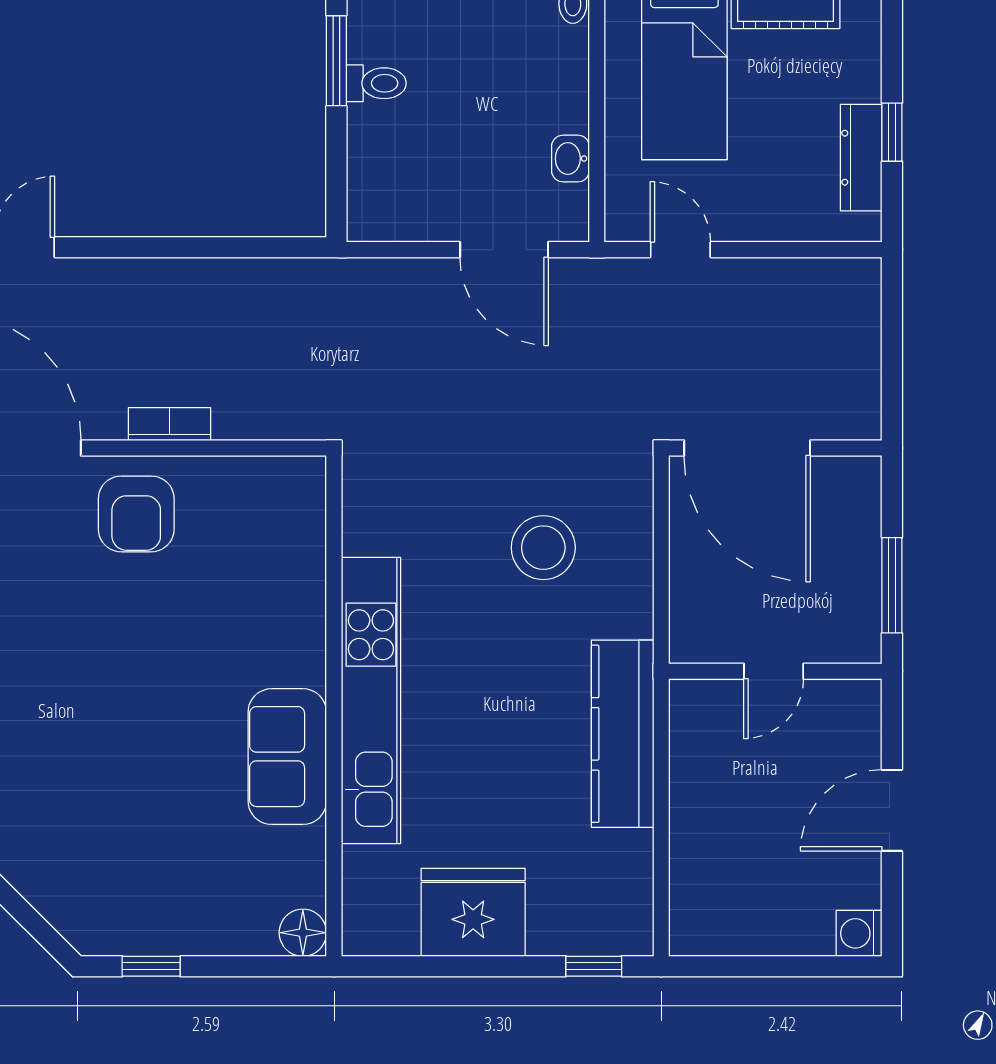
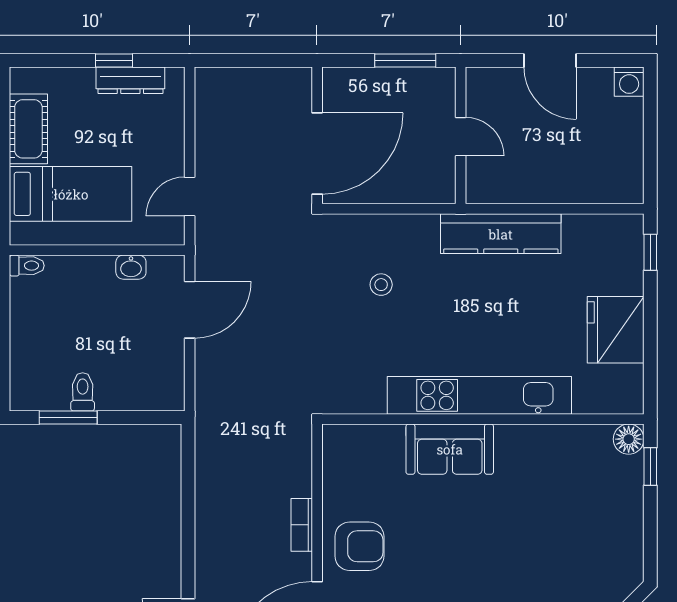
stool: (543, 548) -> (381, 285), width x0.53, depth x0.53
sofa: (287, 757) -> (450, 449), moved
window: (151, 966) -> (650, 466), moved

